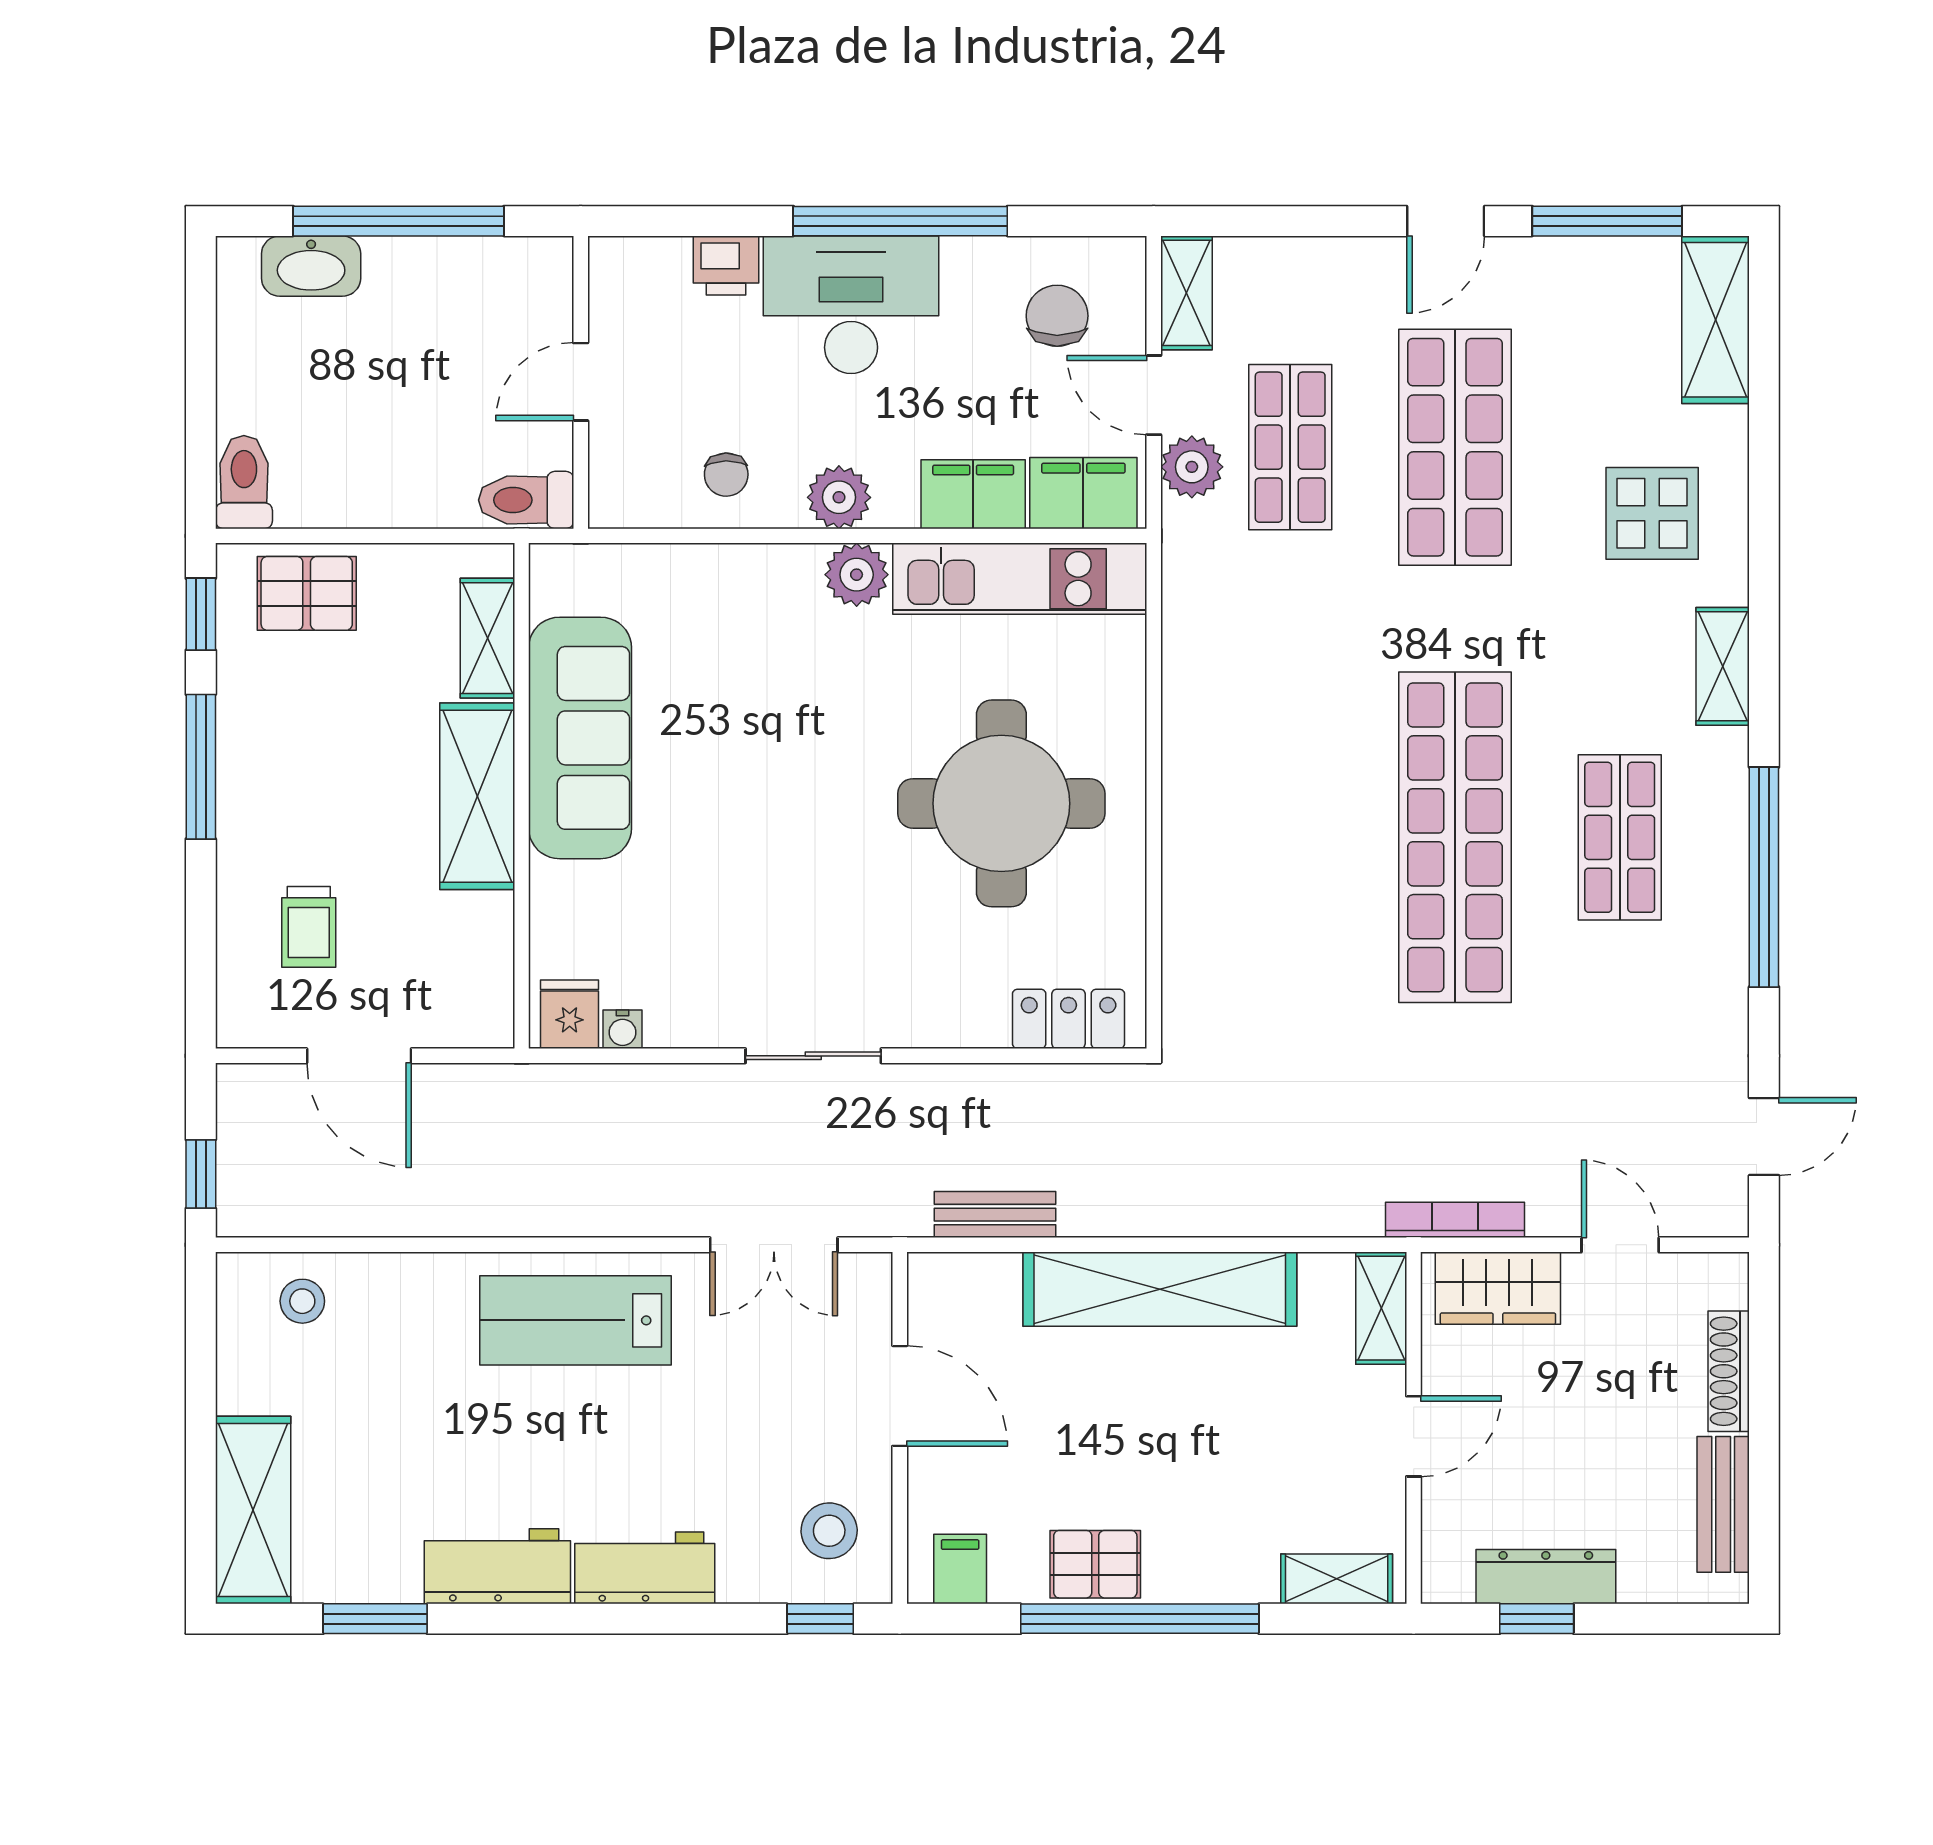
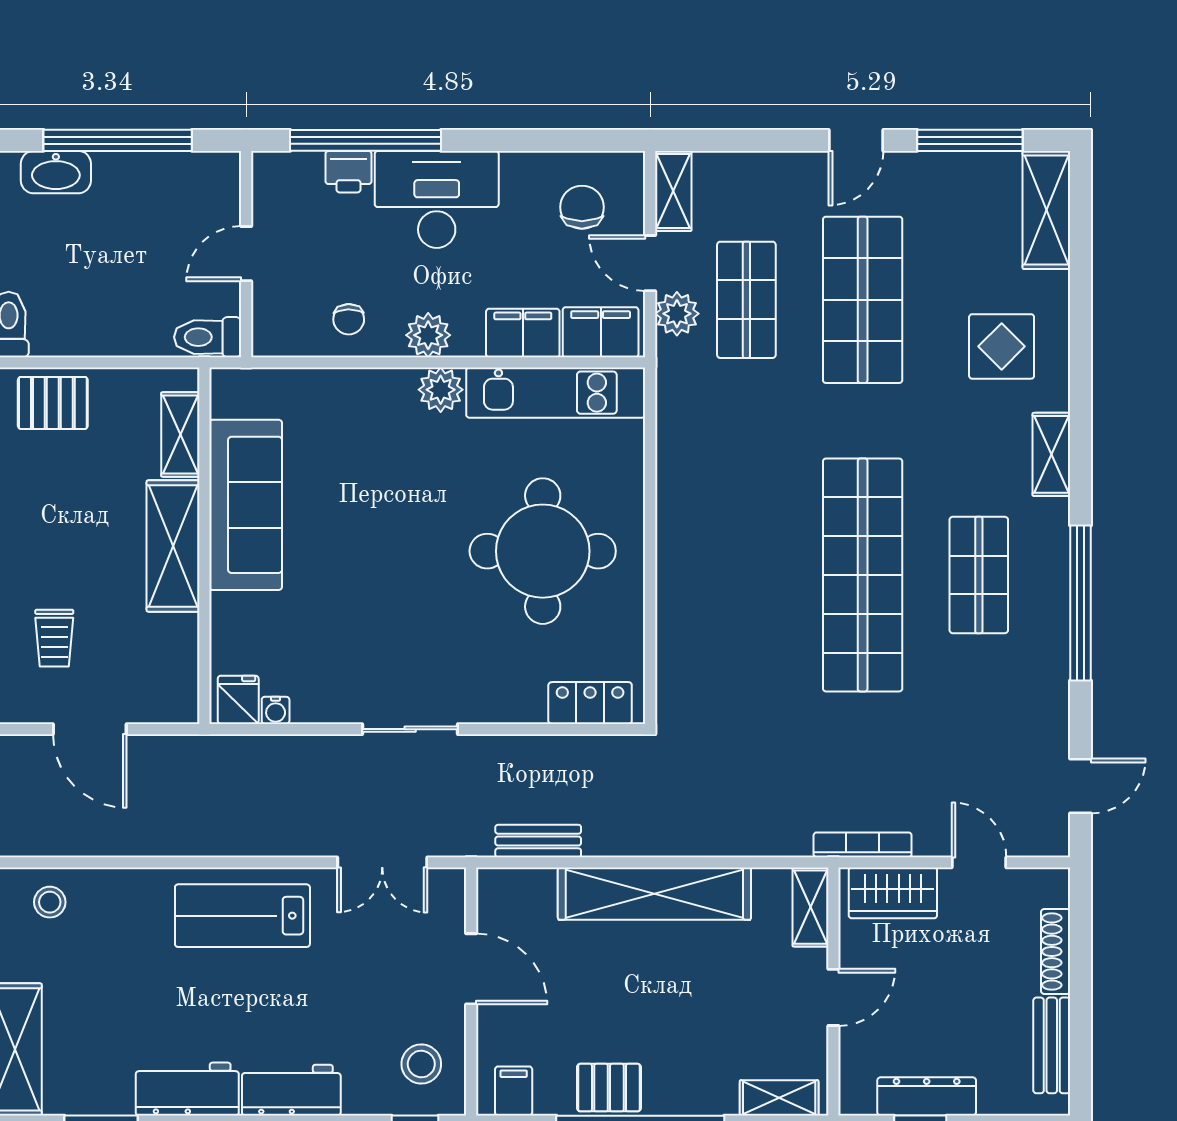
window: (900, 221) -> (366, 140), moved

